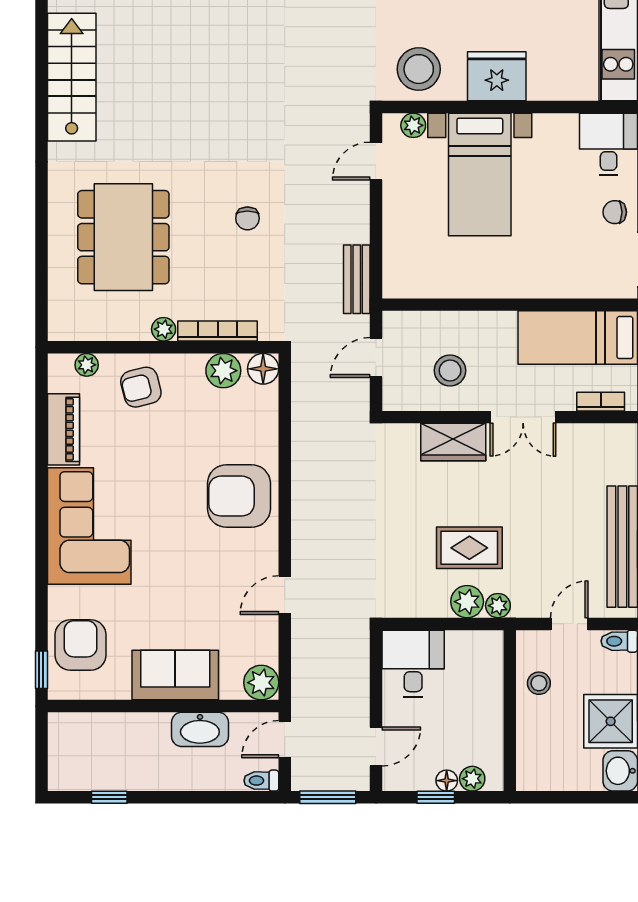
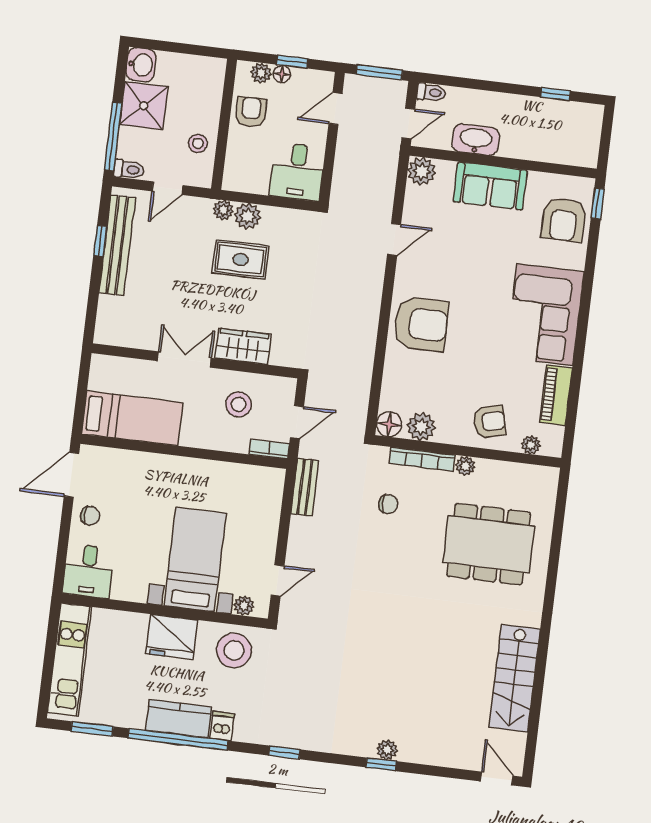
chair: (247, 218) -> (388, 504), moved, turned 90
dining table: (123, 237) -> (489, 544), turned 90
bookcase: (601, 402) -> (269, 449), moved, turned 180
armchair: (479, 730) -> (251, 112), added

